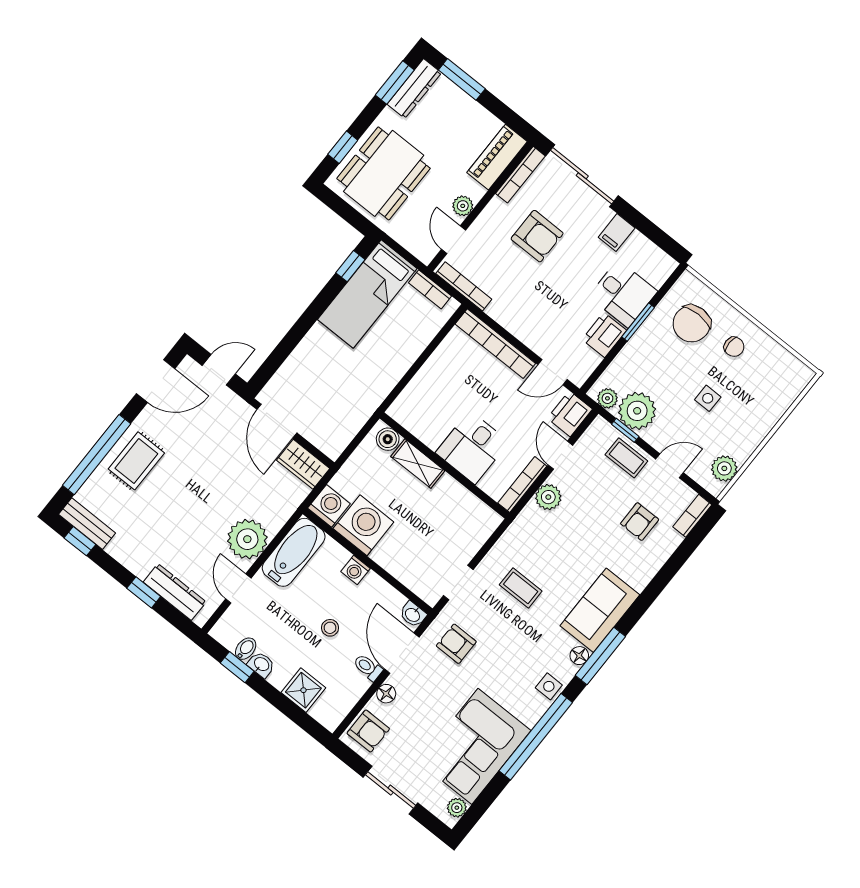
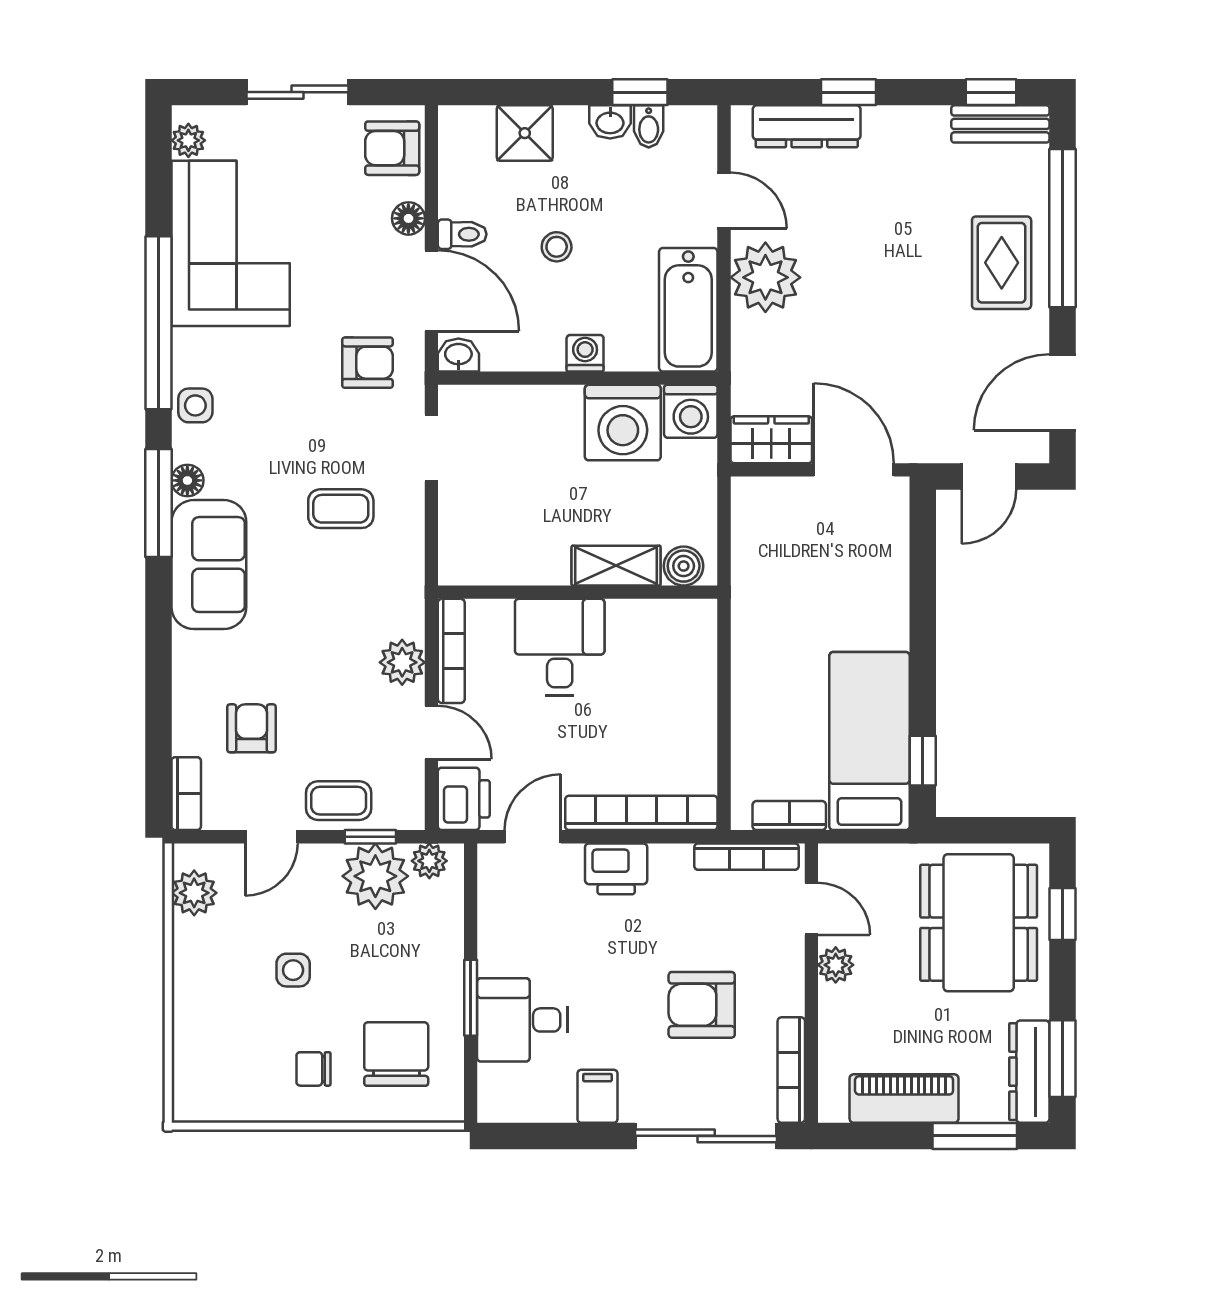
piano: (497, 157) -> (904, 1099), moved, turned -90
printer: (604, 335) -> (616, 869), moved, turned 90

